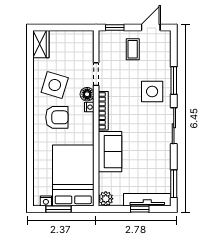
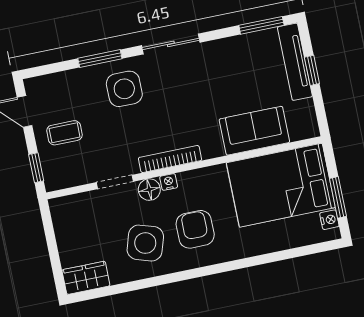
sofa: (110, 152) -> (254, 131), moved
plant: (106, 199) -> (307, 127), removed

